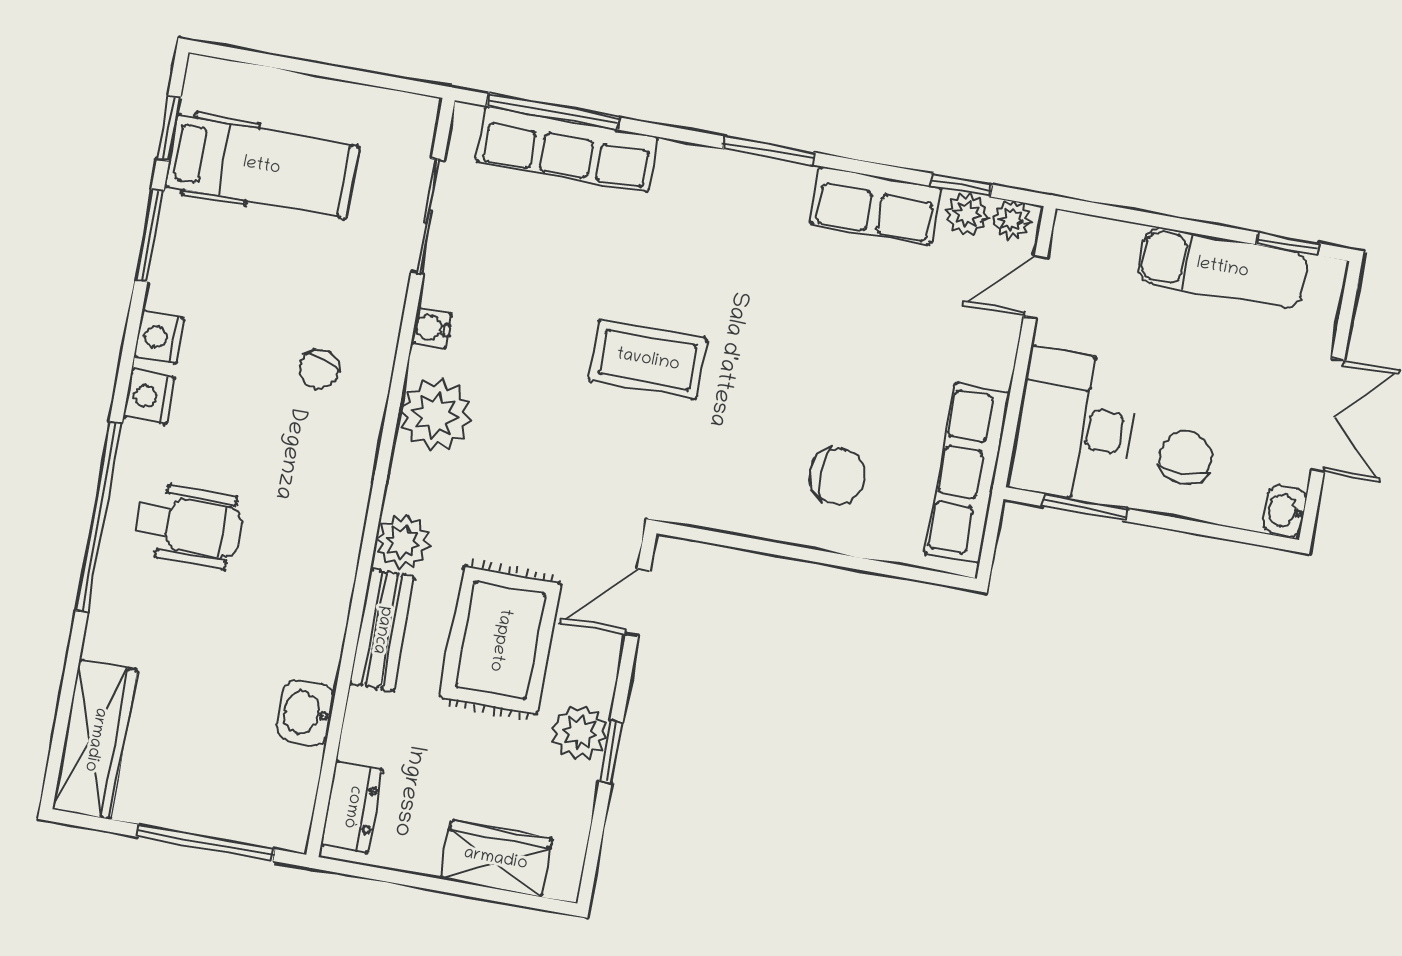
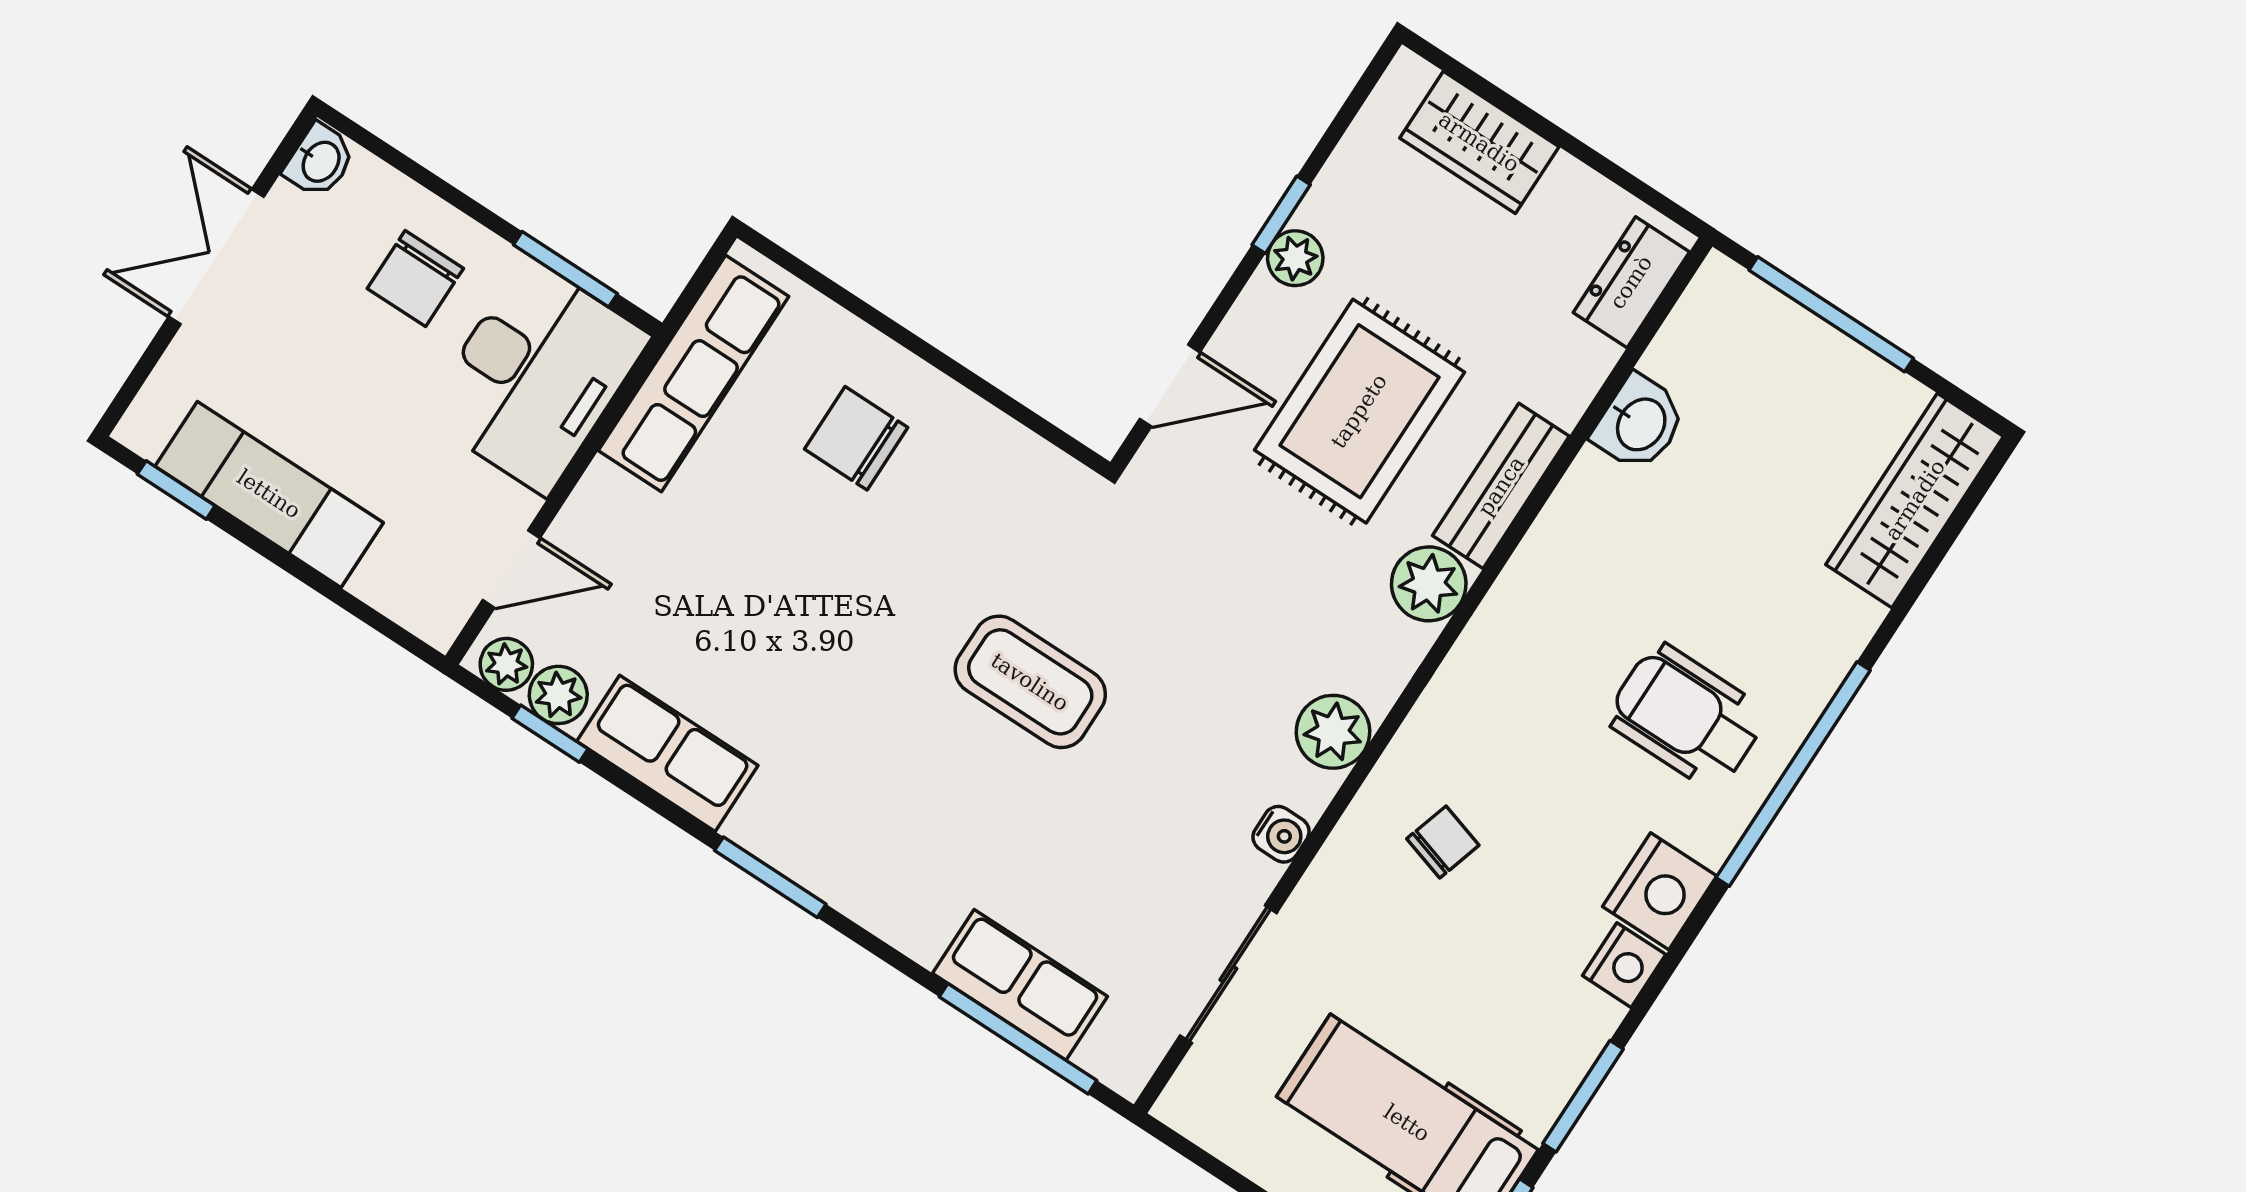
row of seats: (567, 149) -> (1020, 985), width x0.68
nightstand: (149, 397) -> (1660, 891), width x1.36, depth x1.33
plant: (436, 415) -> (1333, 732), width x0.73, depth x0.73
plant: (580, 732) -> (1295, 258), width x0.73, depth x0.73

